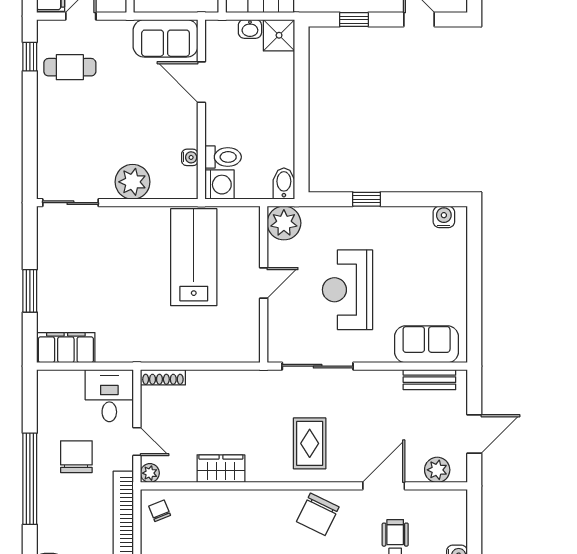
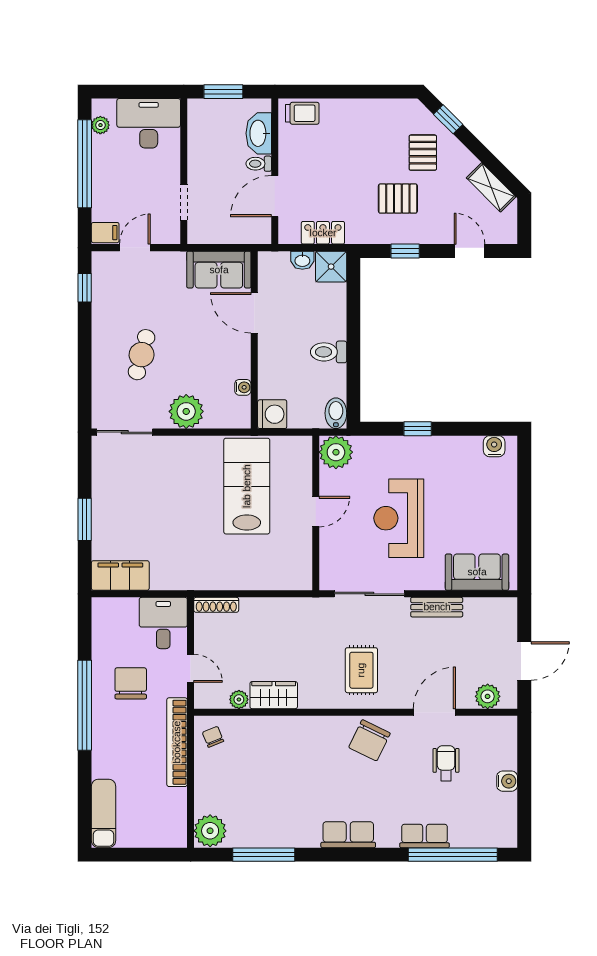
cafe table: (70, 67) -> (142, 355), moved, turned -75
toilet: (223, 157) -> (329, 352), moved, turned 180
bench: (429, 380) -> (437, 607), moved
plant: (150, 473) -> (239, 700), moved

